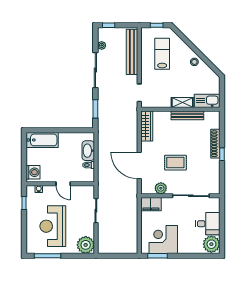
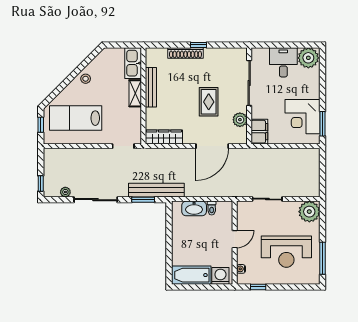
bench: (132, 52) -> (156, 190), moved
lab bench: (162, 54) -> (76, 118), width x1.36, depth x1.39
bathtub: (42, 140) -> (191, 275), moved, turned -90

